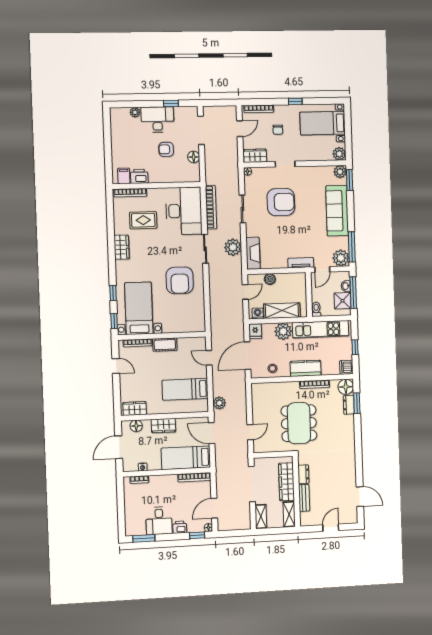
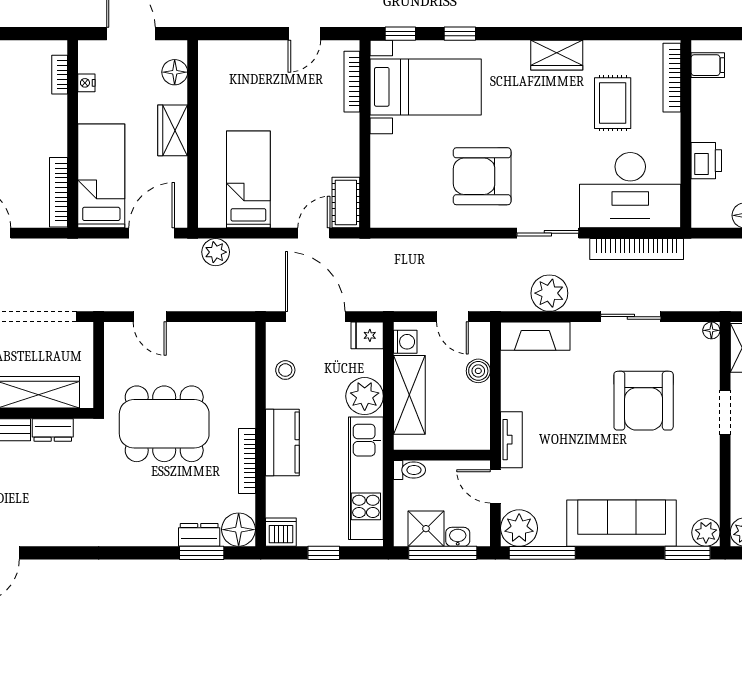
printer: (139, 176) -> (706, 161), moved
cot: (165, 345) -> (346, 203), moved
wardrobe: (135, 408) -> (212, 70), removed

